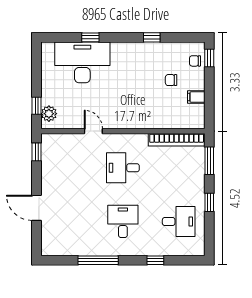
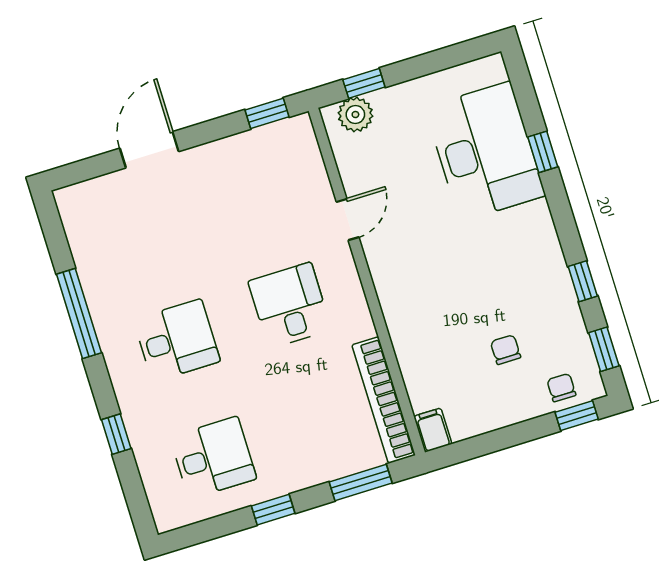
window: (184, 37) -> (604, 349), added
filing cabinet: (196, 97) -> (433, 430), moved
desk: (179, 221) -> (213, 458), turned -90

